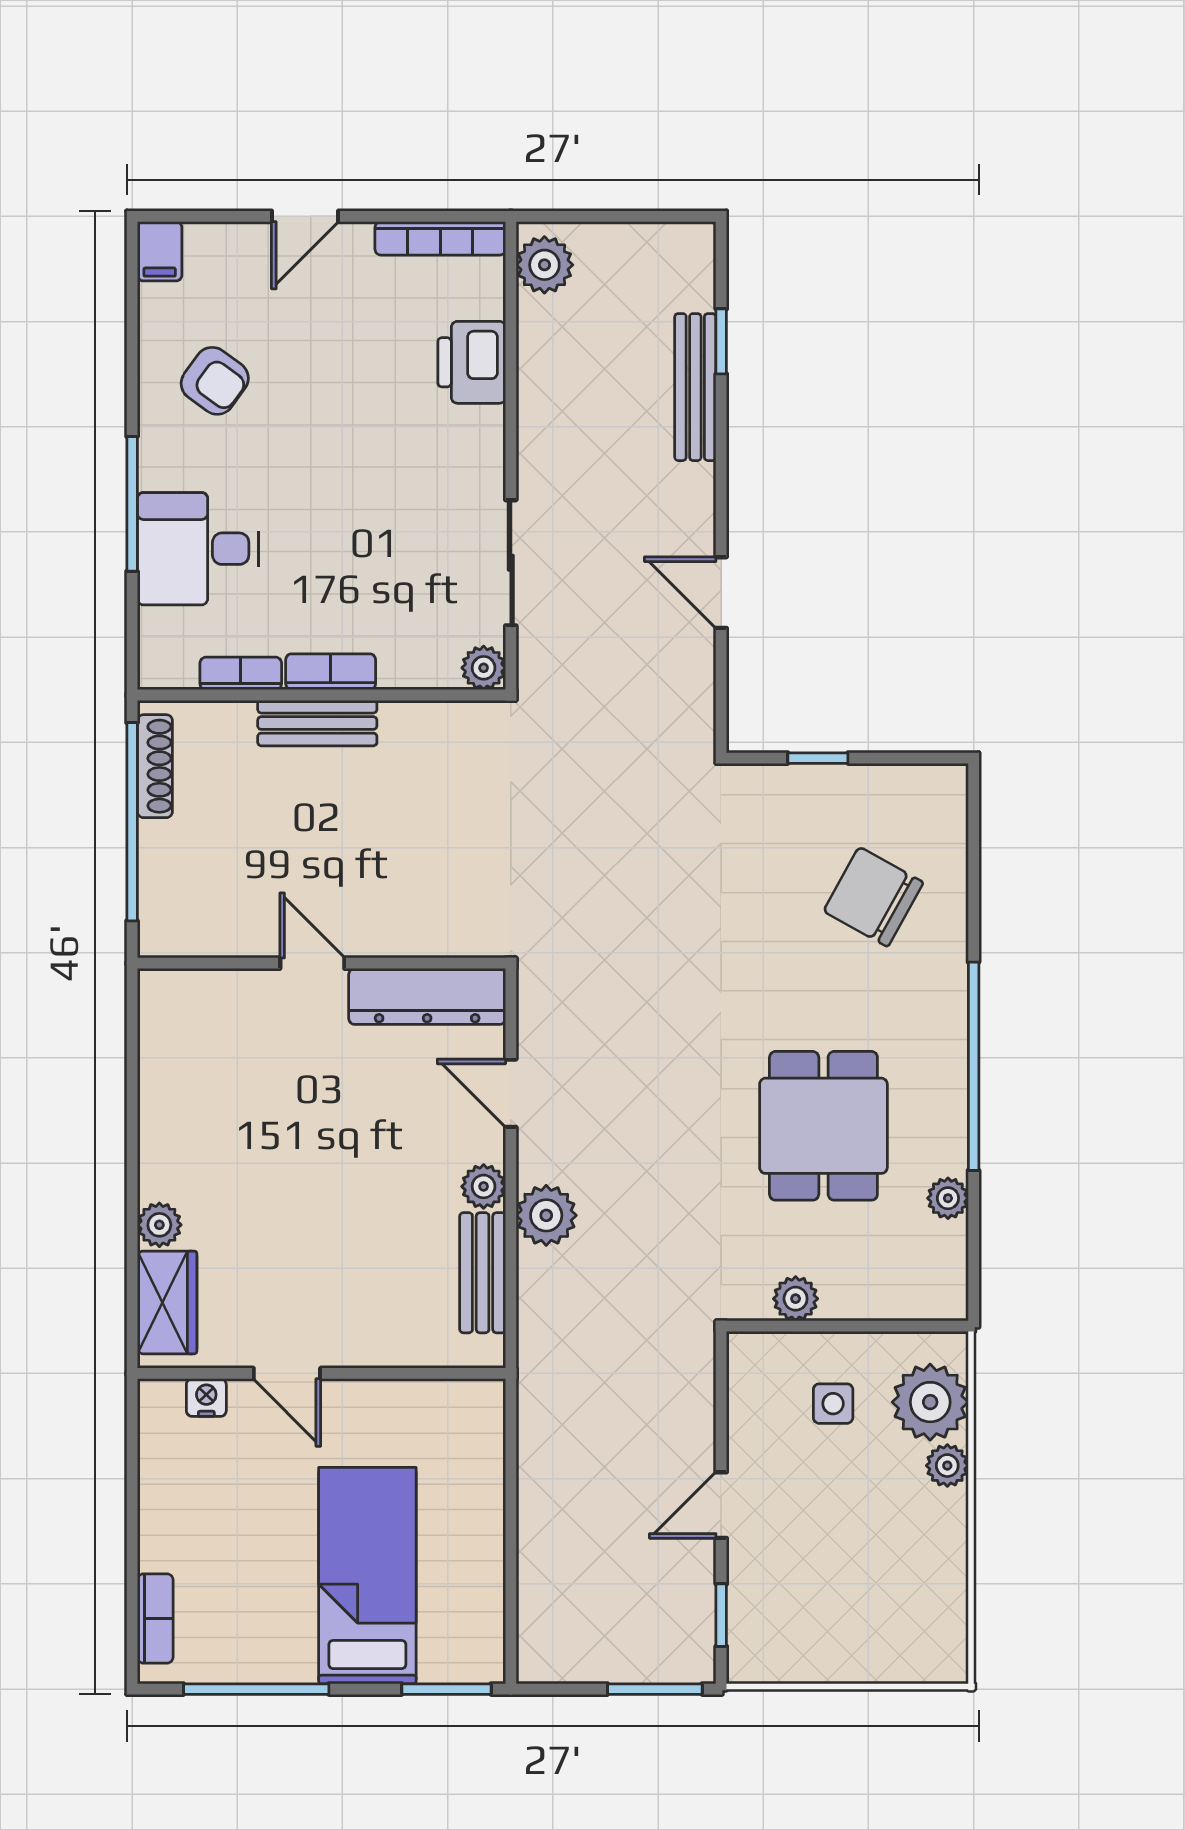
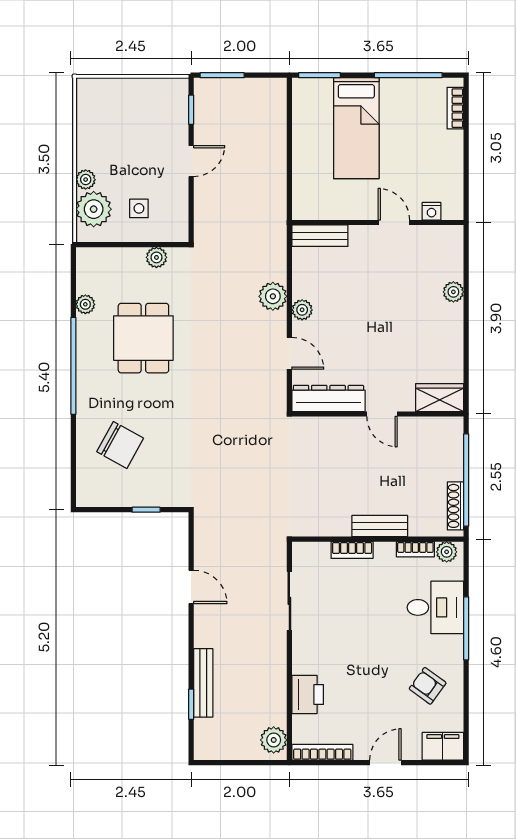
filing cabinet: (160, 251) -> (443, 746), width x2.00
plant: (484, 668) -> (447, 552), moved
bookcase: (331, 672) -> (352, 550), moved
bench: (483, 1273) -> (320, 236), moved, turned 90
wardrobe: (167, 1302) -> (440, 398), moved, turned 90

